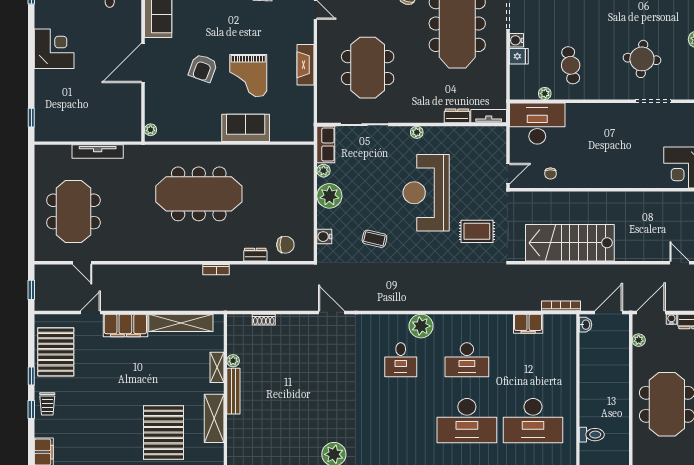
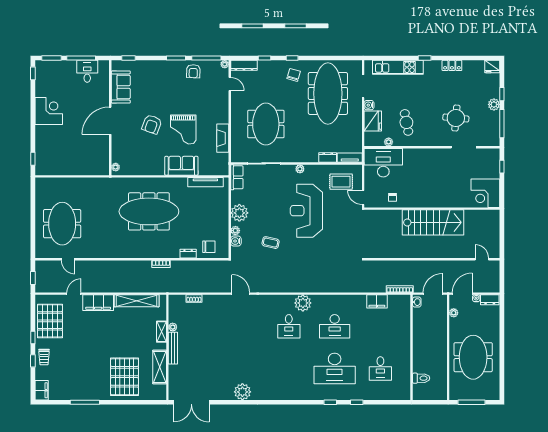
fridge: (519, 56) -> (373, 121), width x1.88, depth x1.34
fireplace: (305, 65) -> (223, 138), moved
tv unit: (98, 152) -> (205, 182), moved
plant: (324, 171) -> (235, 231), moved
door: (508, 174) -> (363, 197), swing flipped
rug: (477, 231) -> (341, 182), moved
stairs: (570, 243) -> (433, 222), moved, turned 180
desk: (533, 421) -> (380, 368), width x0.53, depth x0.77

